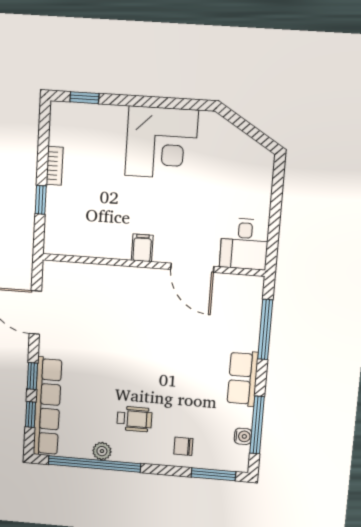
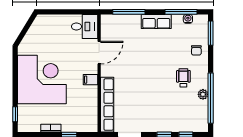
corner desk: (161, 143) -> (42, 80), width x1.36, depth x1.36
row of seats: (47, 407) -> (107, 105), moved, turned 90

